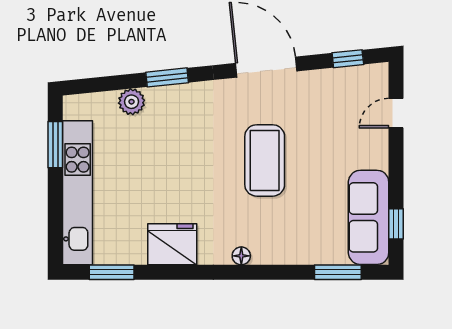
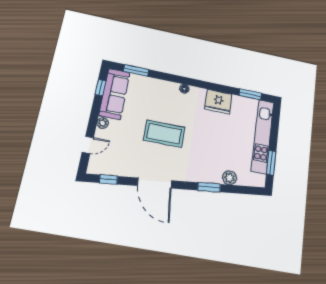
plant: (378, 158) -> (103, 123), added
coffee table: (265, 160) -> (164, 134), turned 90

